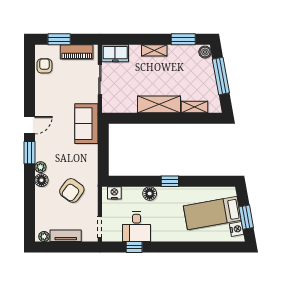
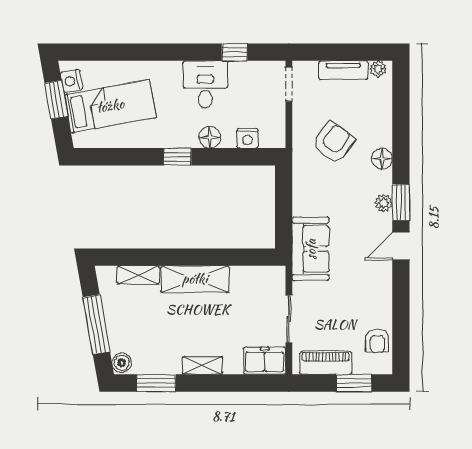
plant: (40, 167) -> (384, 203), moved
nightstand: (114, 193) -> (248, 138), moved
desk: (137, 227) -> (205, 85), moved

